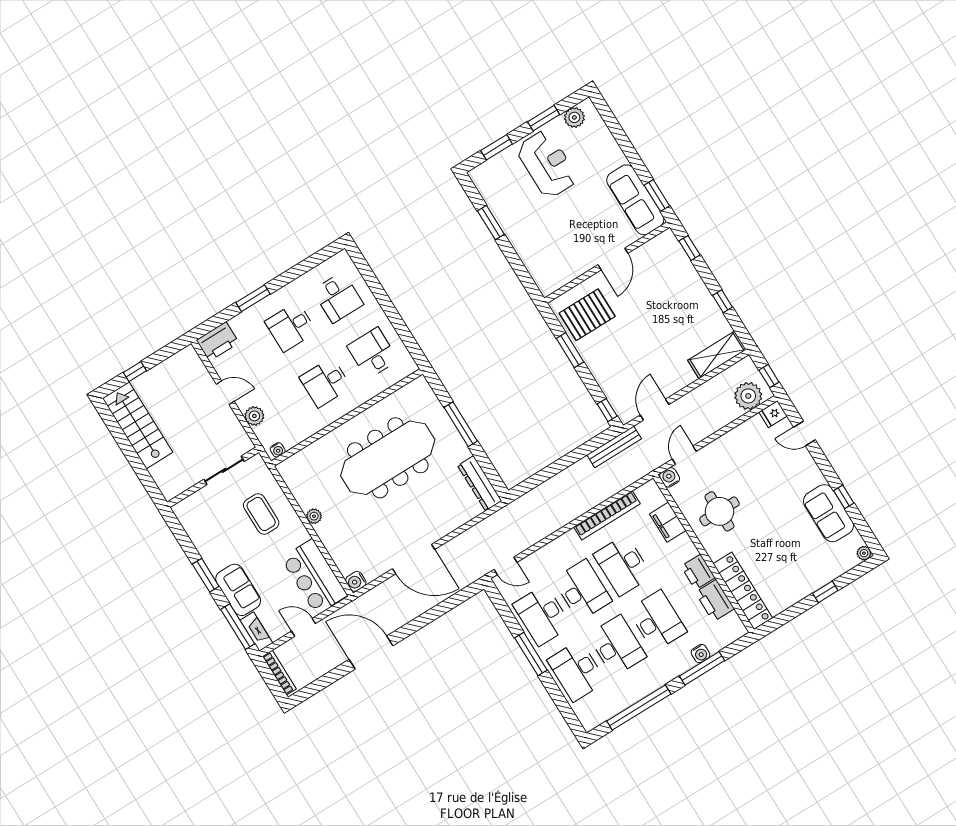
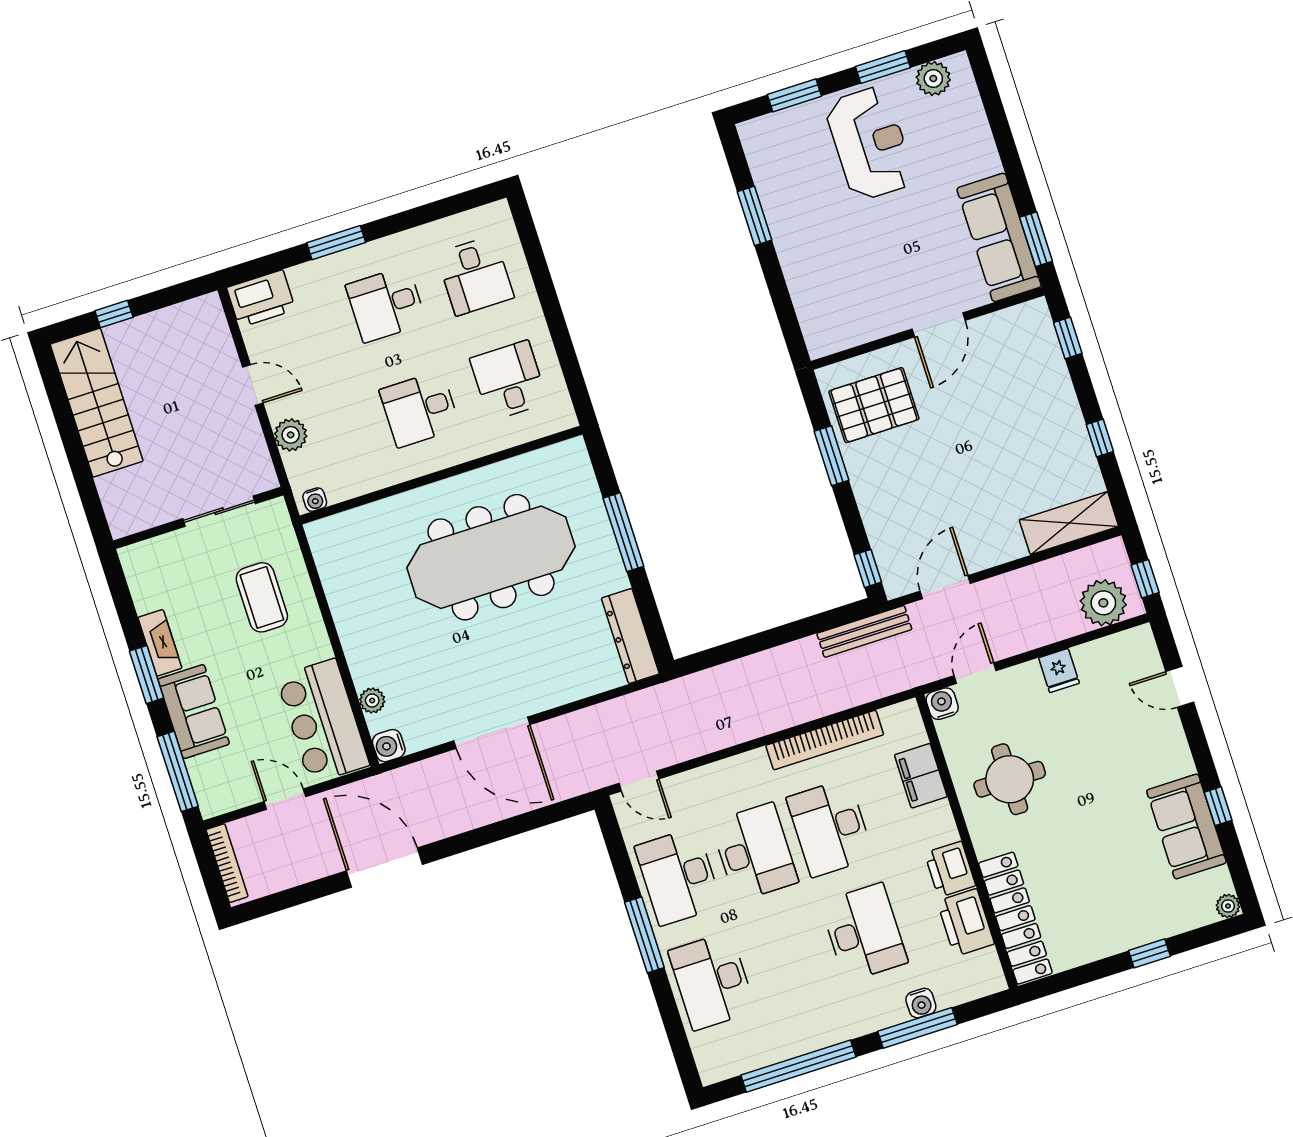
fridge: (773, 414) -> (1059, 671), moved, turned -90
plant: (314, 516) -> (372, 701), moved
fireplace: (256, 632) -> (160, 643), moved
desk: (617, 646) -> (788, 957), removed

